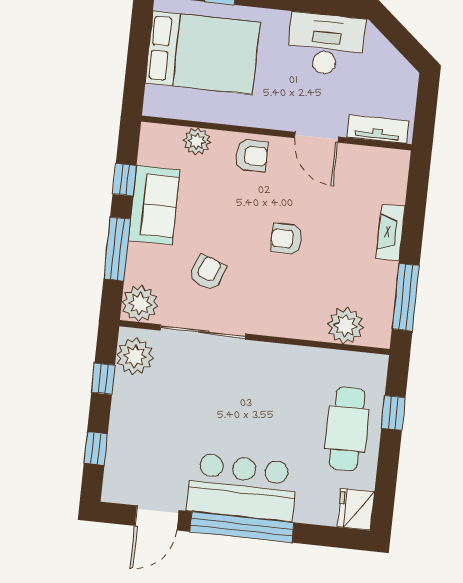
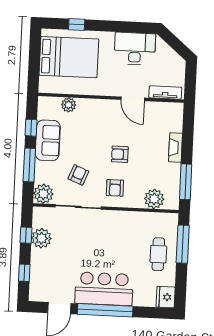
armchair: (252, 156) -> (115, 188), moved, turned 90
plant: (135, 356) -> (41, 238), moved
window: (393, 413) -> (183, 244), width x2.17
cafe table: (347, 429) -> (158, 254), width x0.73, depth x0.74

